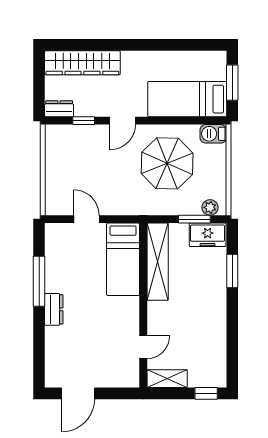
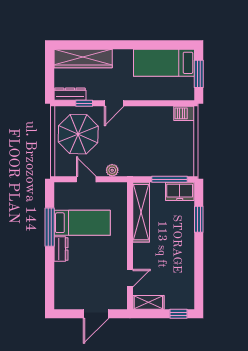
bed: (187, 99) -> (164, 63), moved
dresser: (59, 109) -> (70, 94), width x1.44
parasol: (167, 163) -> (78, 134), moved
plant: (210, 207) -> (112, 170), moved
window: (194, 219) -> (169, 179), width x1.44
bed: (123, 259) -> (82, 223), moved, turned -90
door: (78, 393) -> (96, 314), moved

